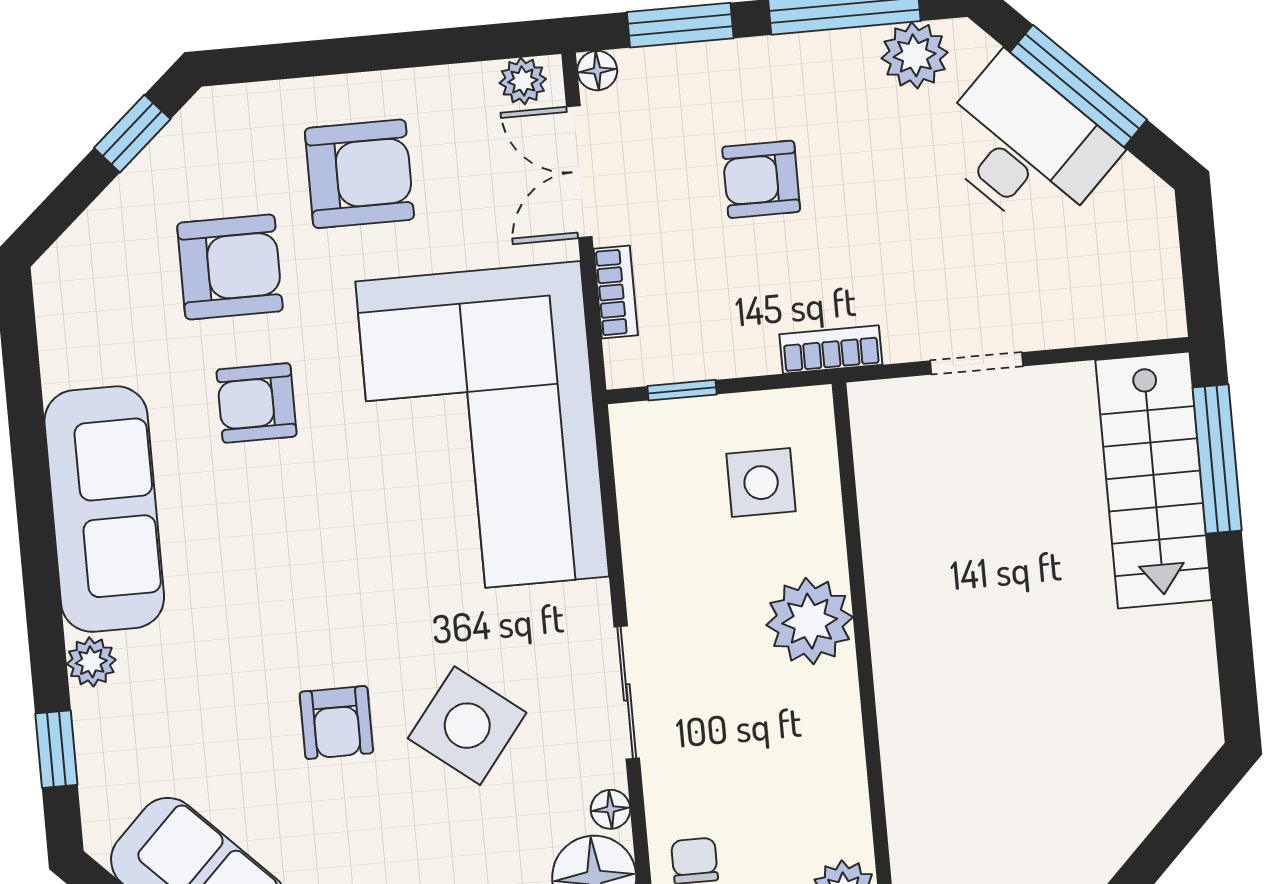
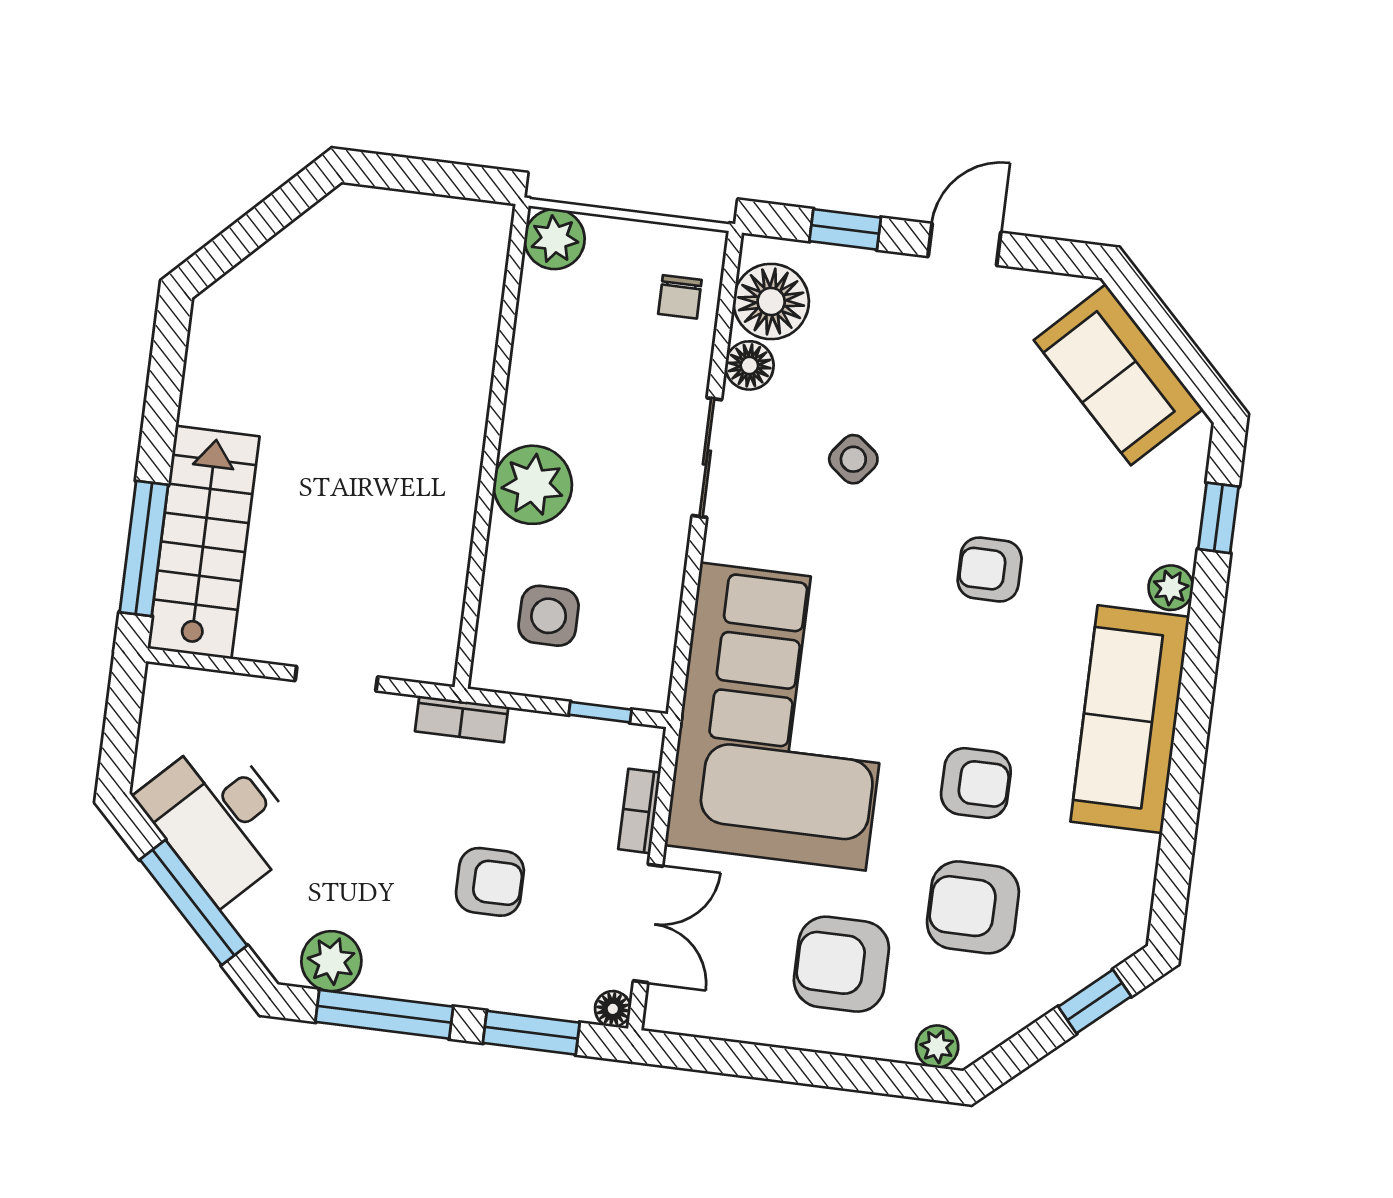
plant: (523, 81) -> (937, 1047), moved
window: (132, 134) -> (1095, 1001), moved
desk: (1025, 147) -> (220, 818), moved
armchair: (336, 722) -> (990, 570), moved, turned -90
side table: (467, 726) -> (853, 459), width x0.54, depth x0.54
floor lamp: (610, 809) -> (749, 365), width x1.37, depth x1.37

